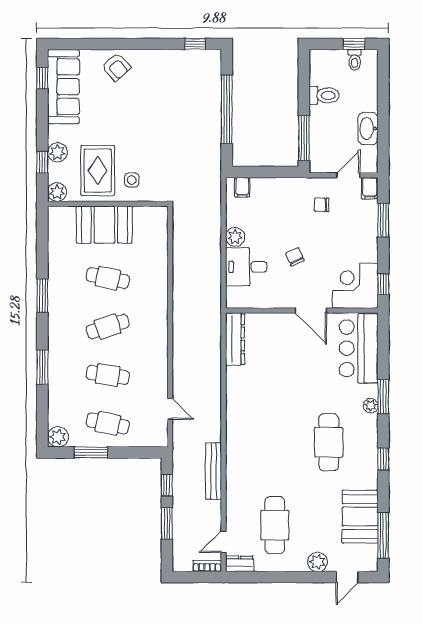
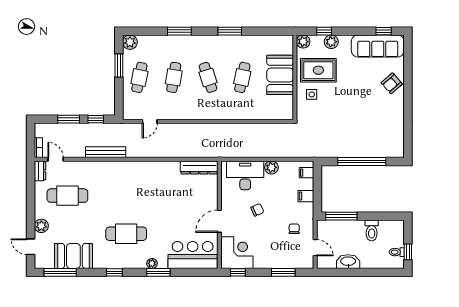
window: (195, 44) -> (408, 139), removed
filing cabinet: (370, 188) -> (306, 196), moved
desk: (246, 267) -> (245, 175), width x1.37

